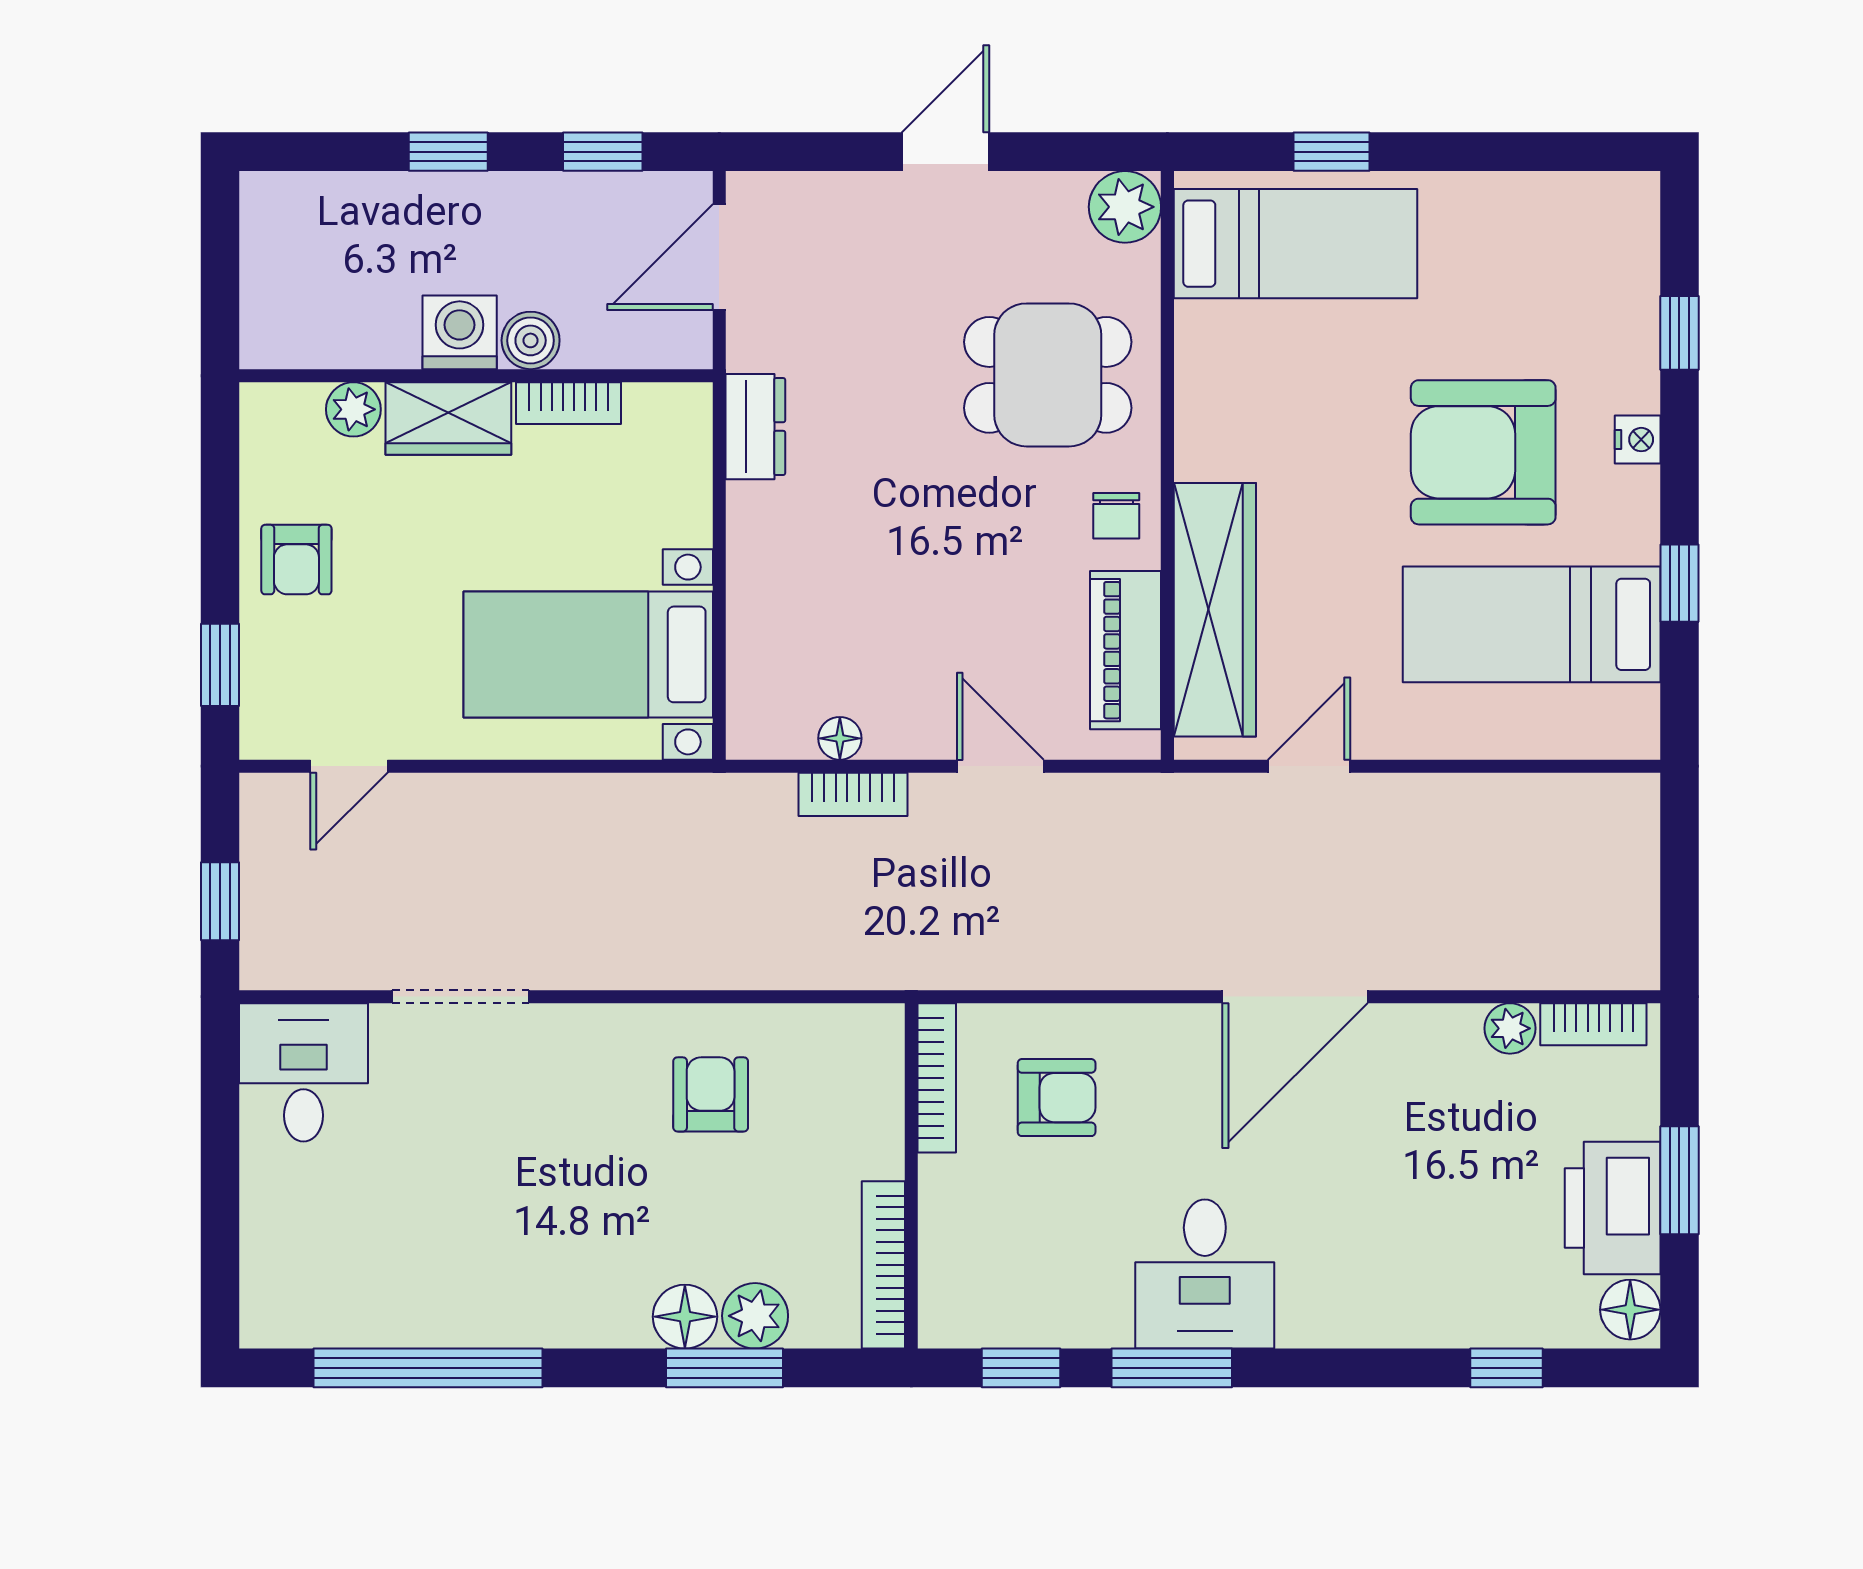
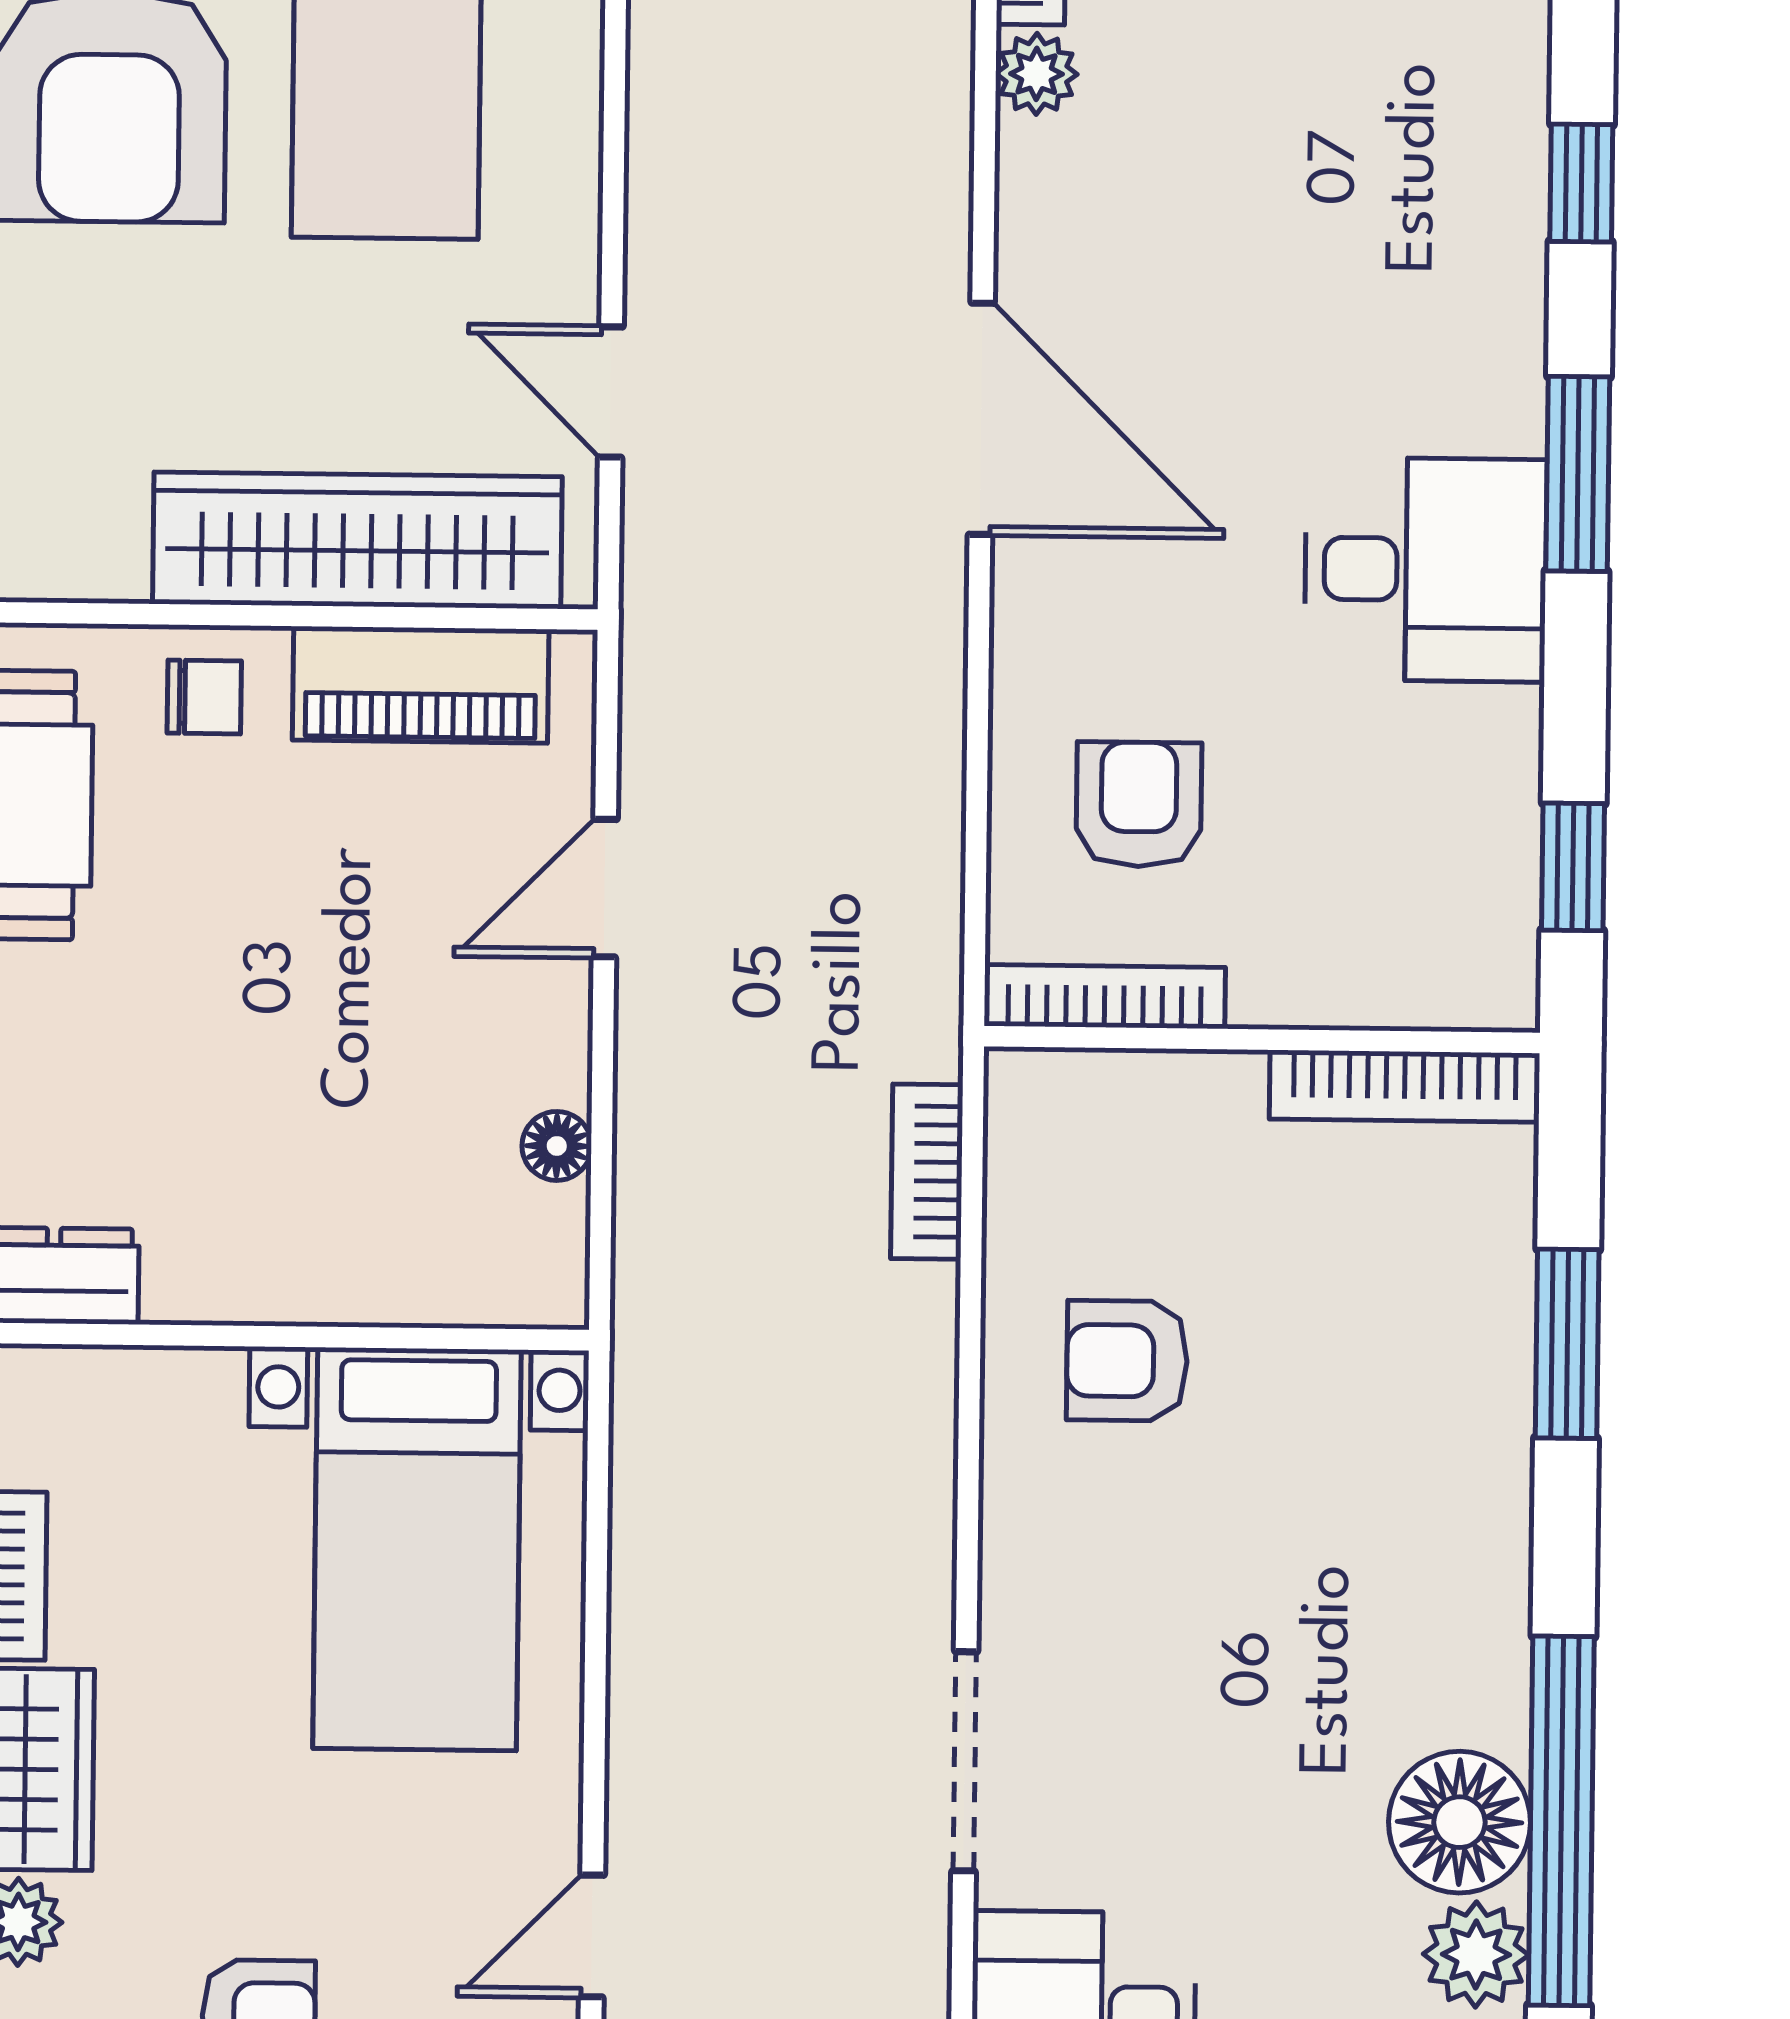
door: (349, 766) -> (592, 1936), swing flipped
bookcase: (853, 794) -> (927, 1172), moved, turned 180
plant: (755, 1316) -> (1476, 1954), moved
floor lamp: (685, 1317) -> (1459, 1822), moved, width x1.38, depth x1.38
window: (1172, 1368) -> (1578, 474), moved
window: (1507, 1368) -> (1581, 183), moved

